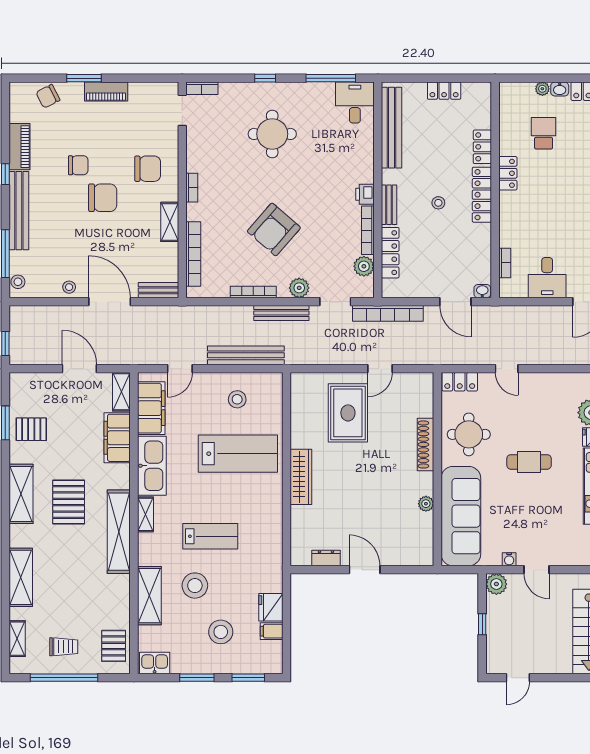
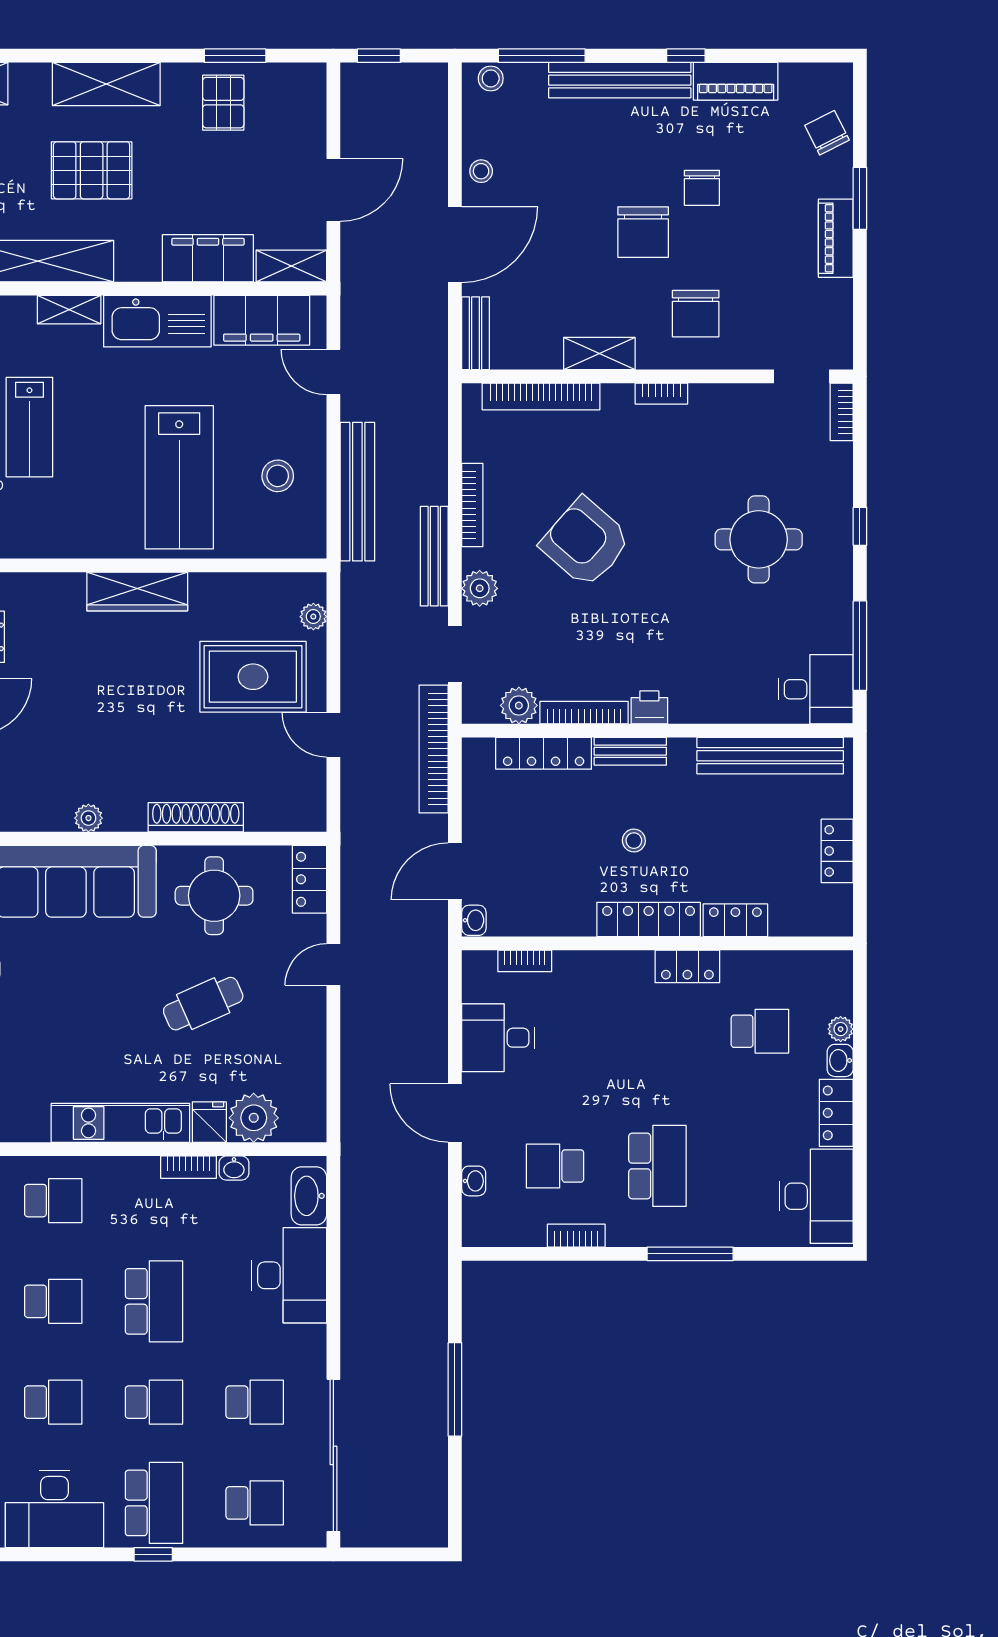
plant: (315, 380) -> (313, 617), added
cafe table: (529, 462) -> (203, 1004), moved, turned 66

